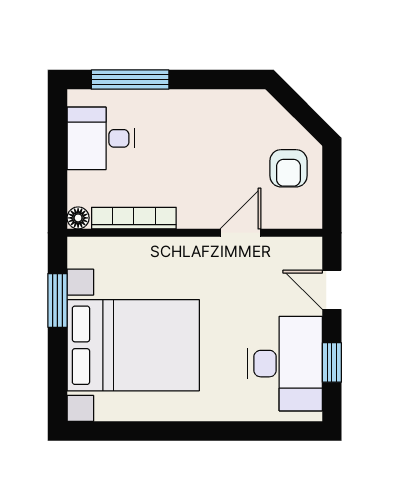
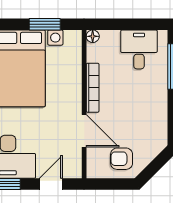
bookcase: (134, 218) -> (93, 88), moved
door: (241, 233) -> (84, 131), width x1.38

